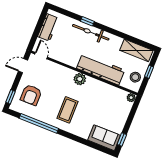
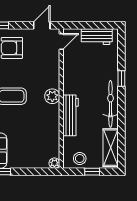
bicycle: (91, 32) -> (110, 104), moved
door: (23, 66) -> (42, 25), hinge flipped
workbench: (101, 69) -> (71, 115), width x0.73, depth x0.76

